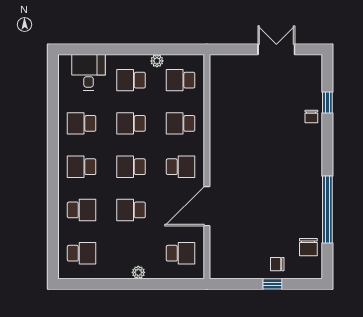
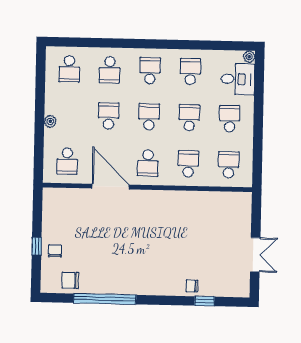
plant: (157, 61) -> (249, 57), moved

